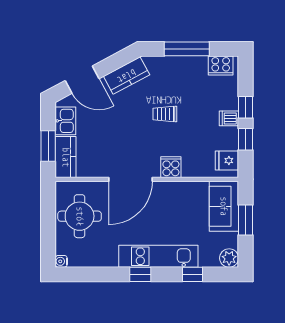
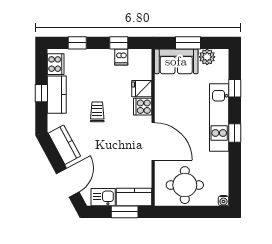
window: (187, 49) -> (41, 93), width x0.46
kitchen counter: (185, 67) -> (57, 95), added
window: (246, 107) -> (77, 43), moved
trolley: (165, 114) -> (97, 112), turned 180
dishwasher: (229, 118) -> (121, 57), moved
fridge: (227, 161) -> (142, 89), moved, turned 90
plant: (229, 258) -> (207, 57), moved

